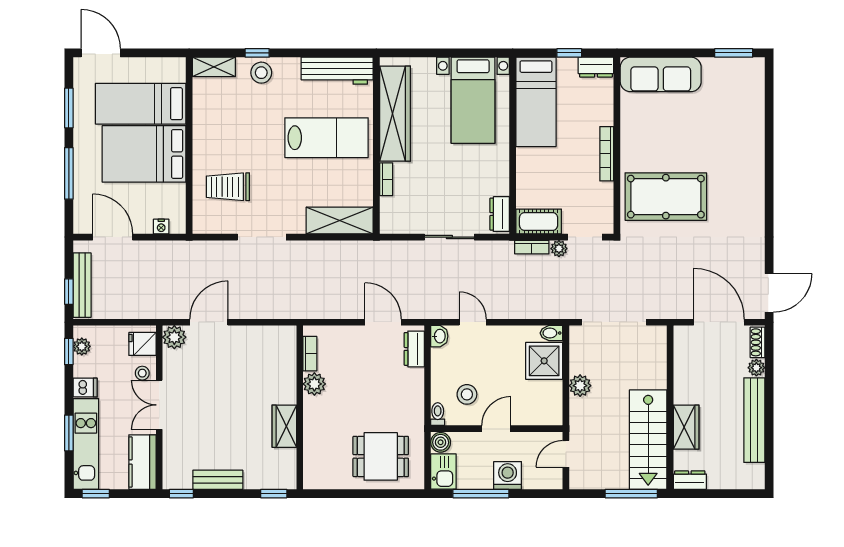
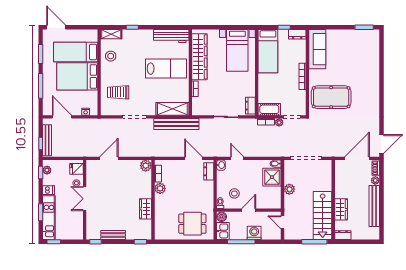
stool: (261, 73) -> (111, 56), moved
sofa: (661, 74) -> (317, 49), moved, turned -90
bench: (348, 252) -> (176, 124), added
door: (719, 322) -> (357, 158), hinge flipped
plant: (174, 337) -> (146, 166), moved
door: (566, 454) -> (283, 222), hinge flipped
kitchen counter: (142, 462) -> (76, 226), removed

